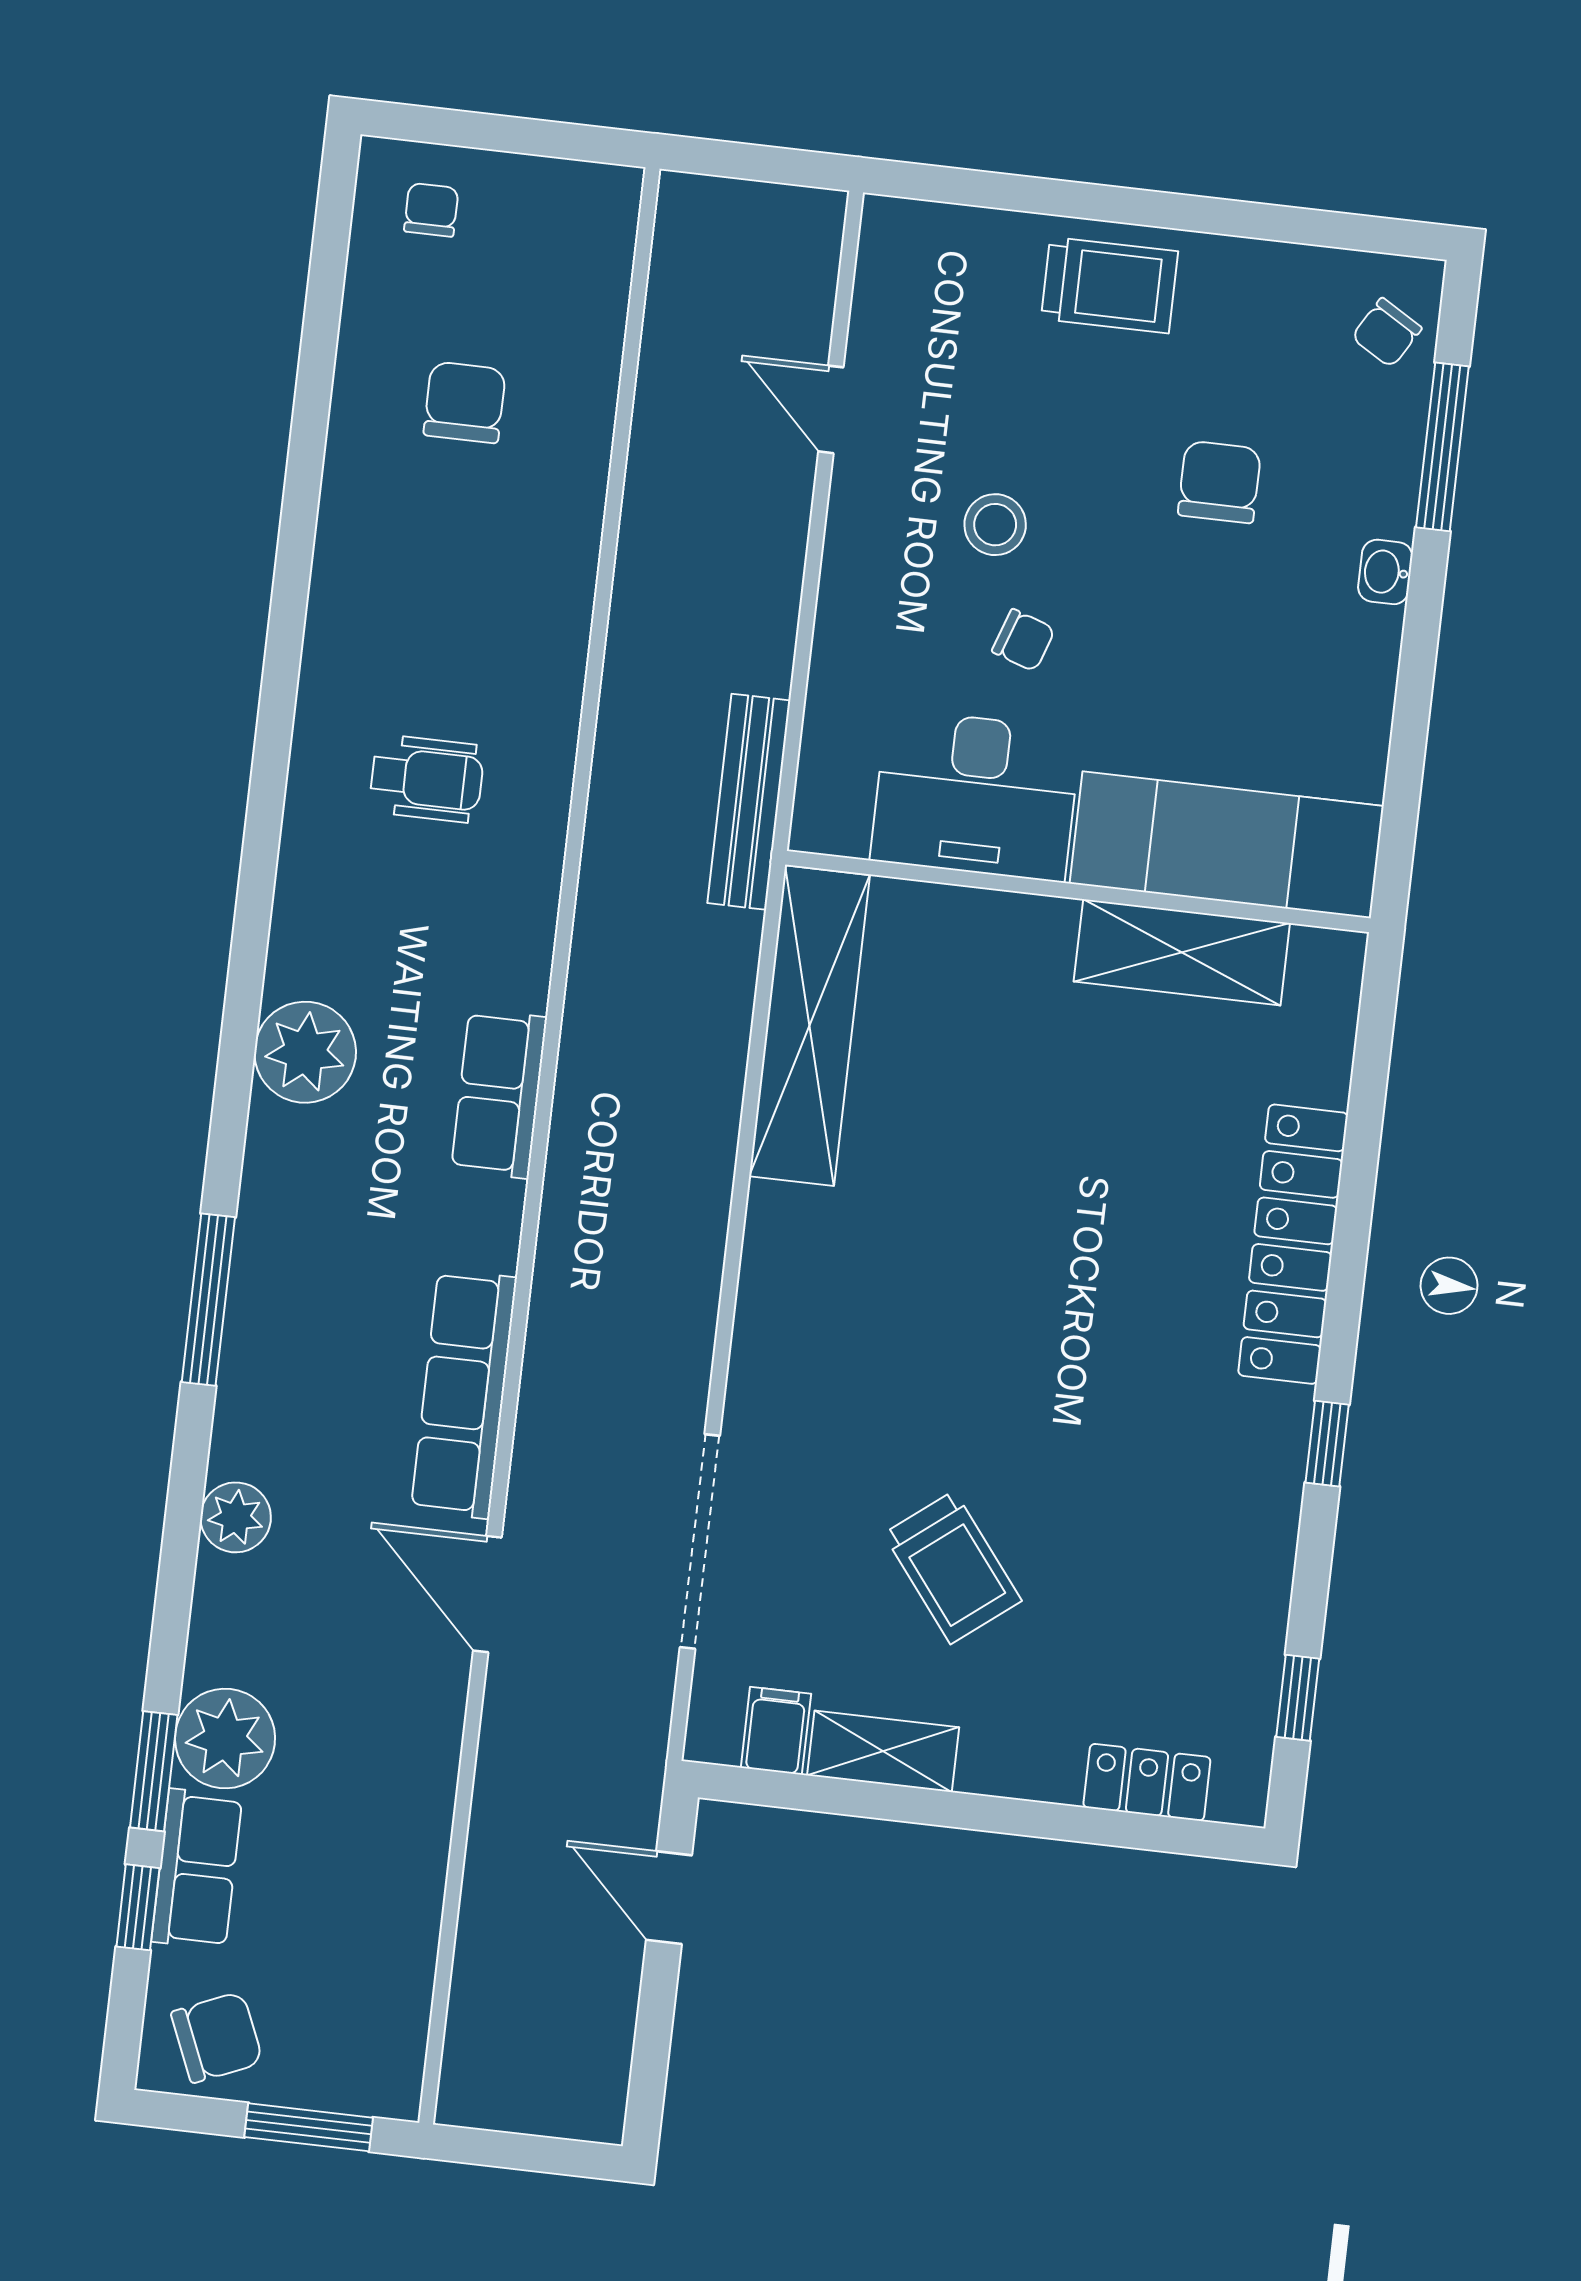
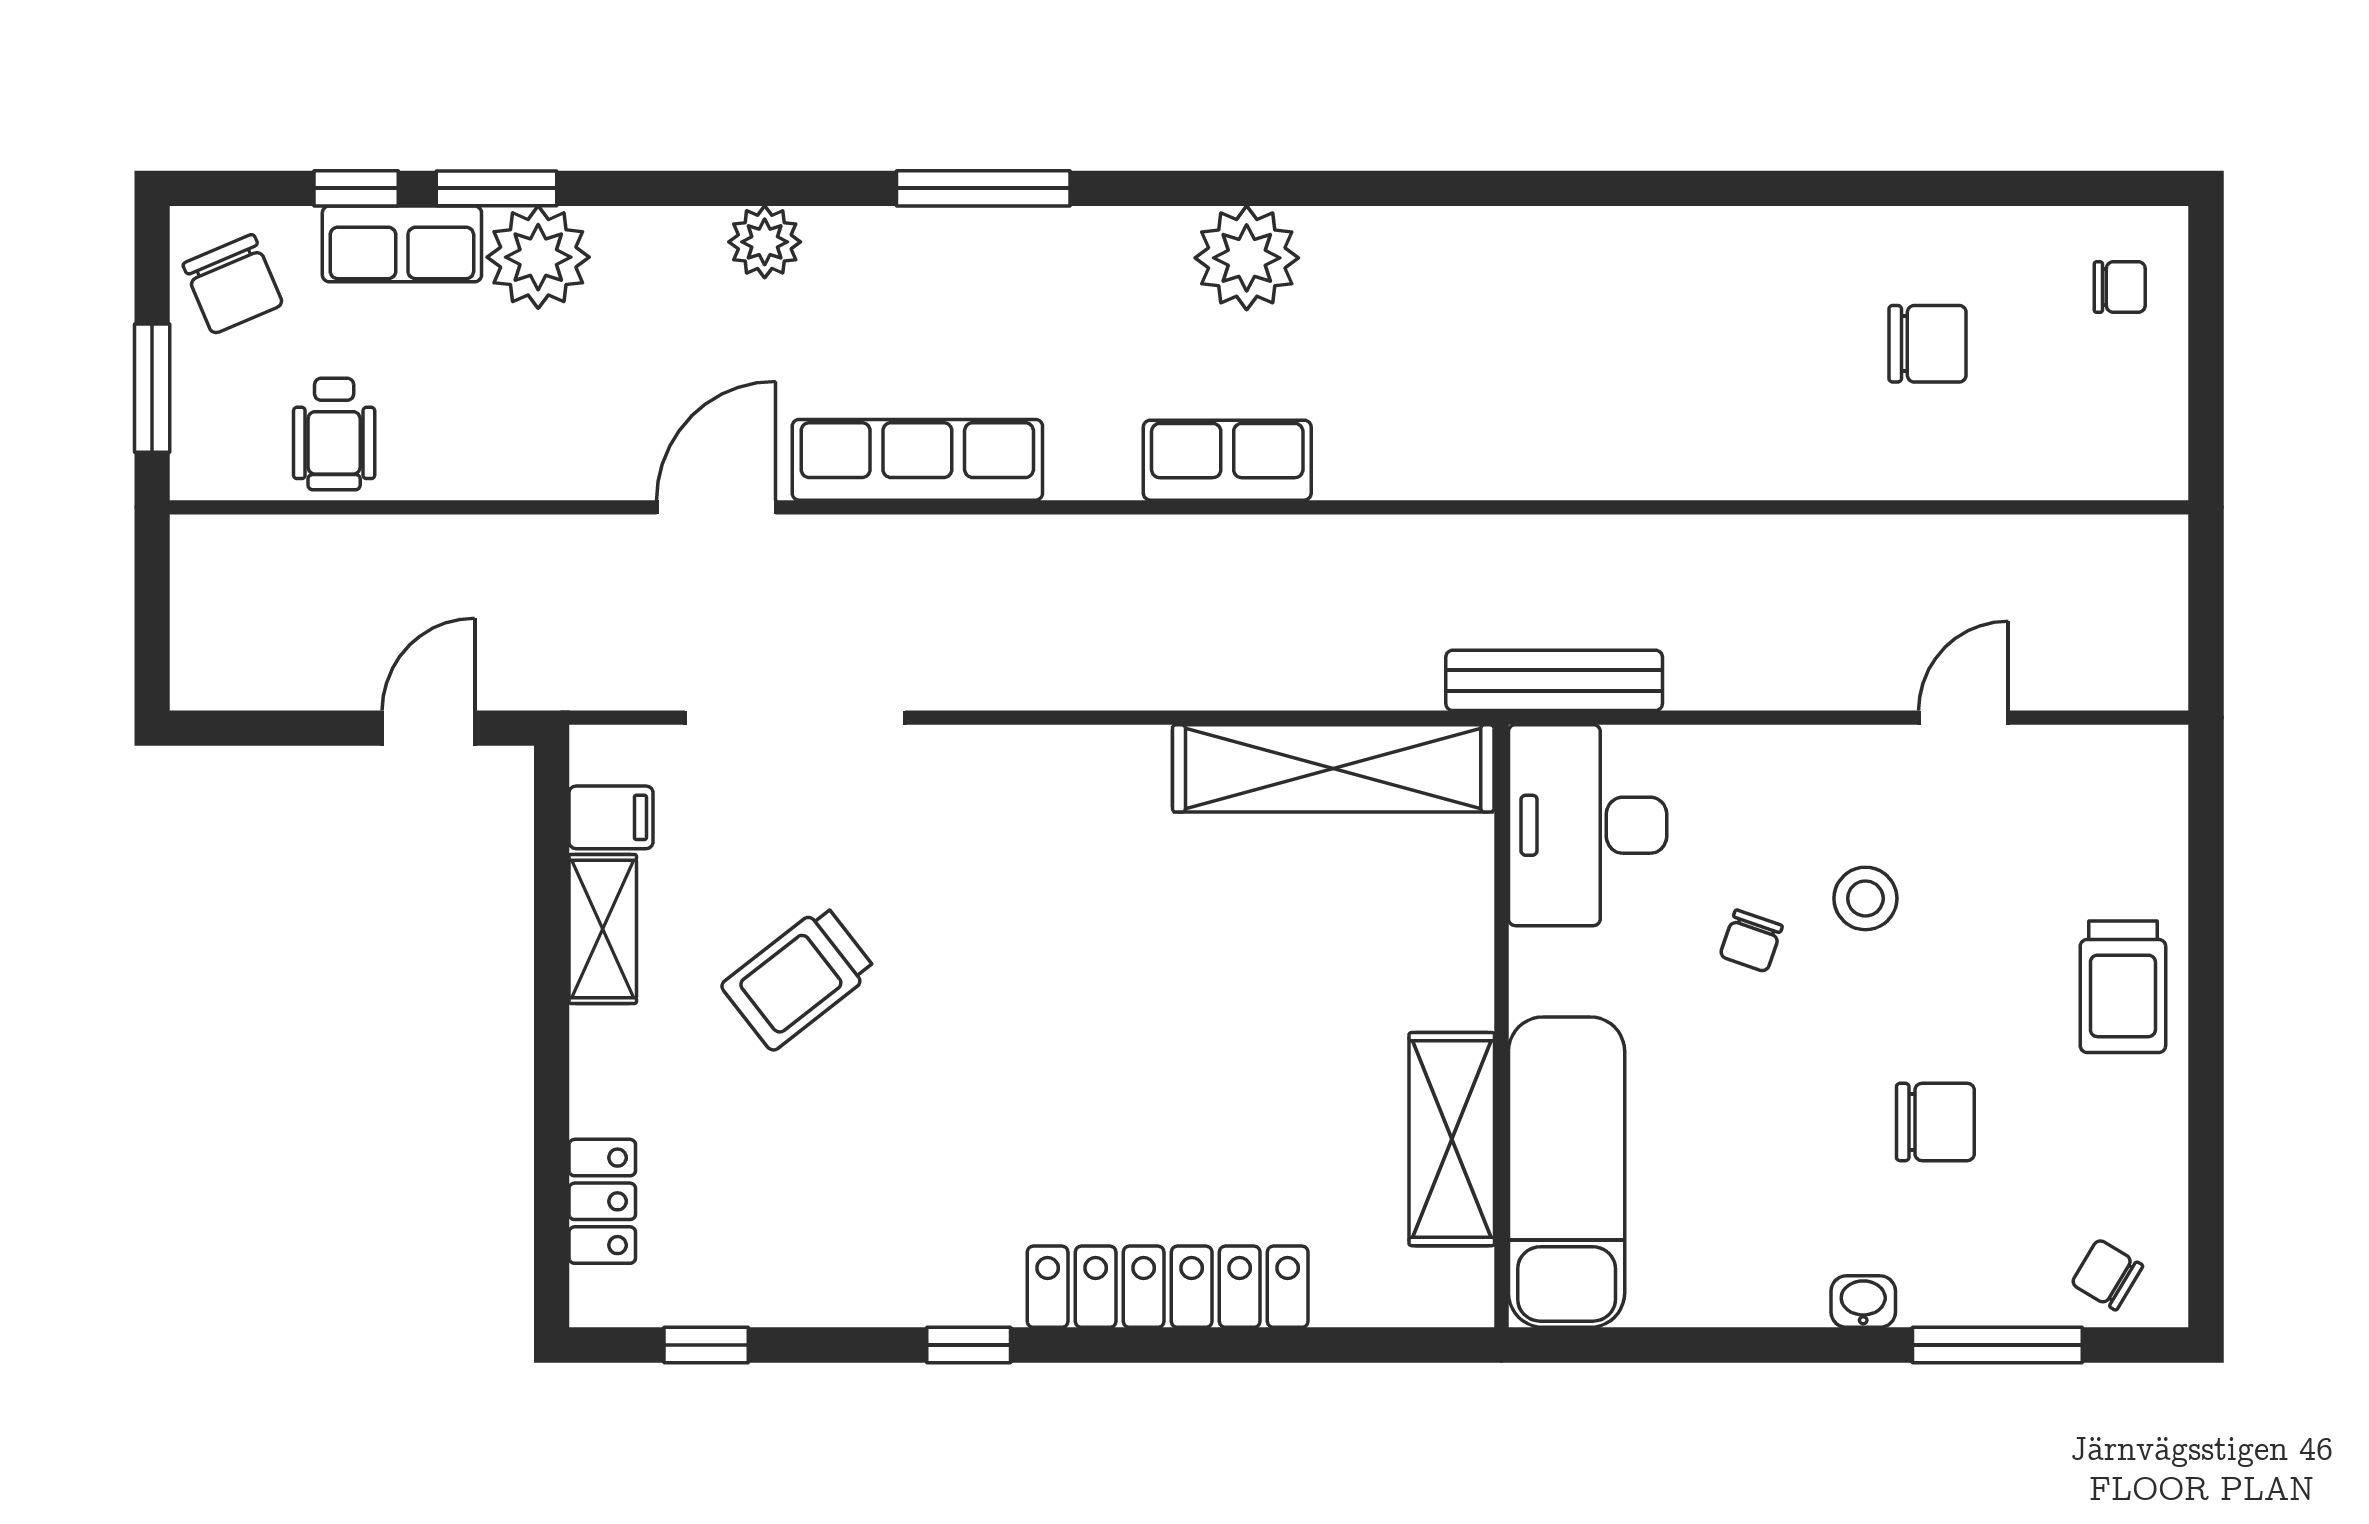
wheelchair: (427, 779) -> (334, 434), moved
desk: (976, 795) -> (1588, 825), moved

